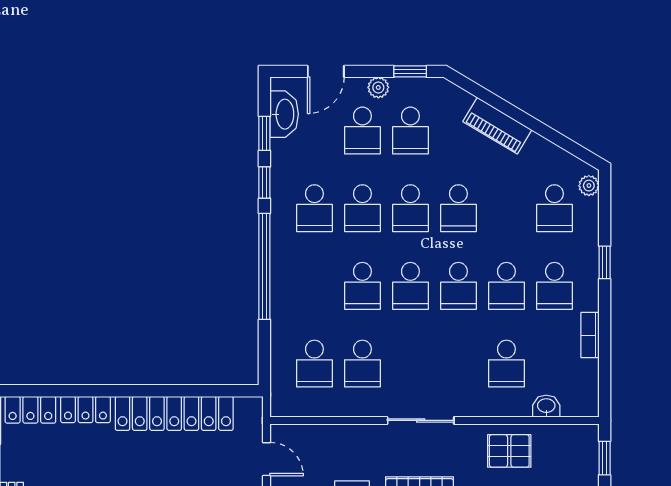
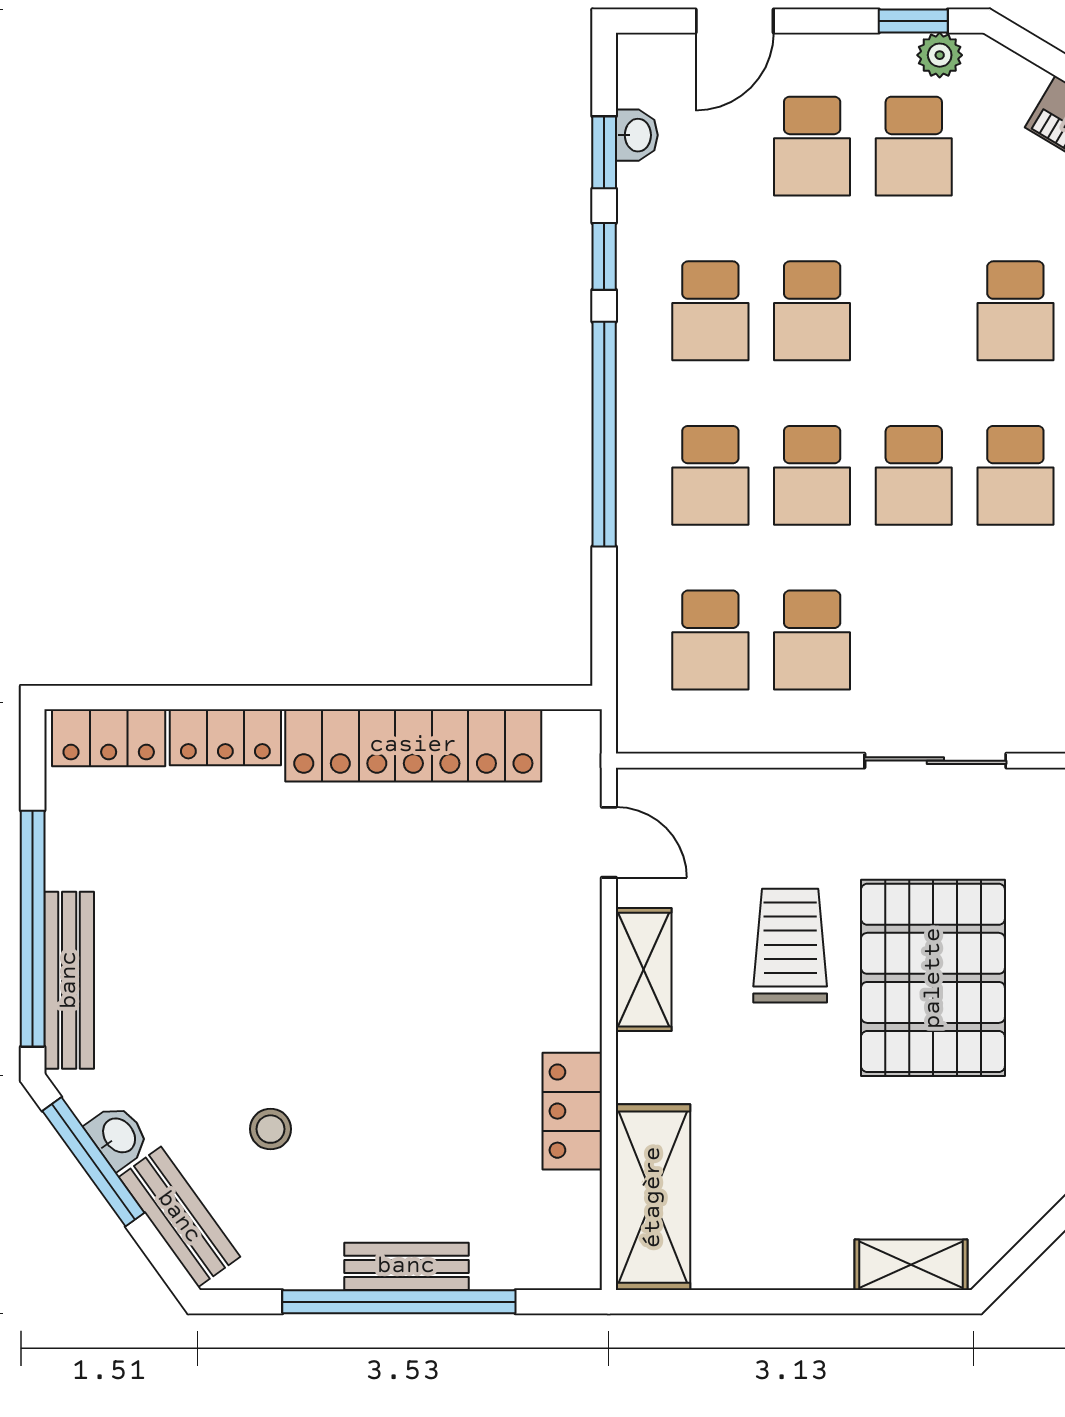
plant: (378, 87) -> (940, 55), moved
washbasin: (284, 114) -> (637, 135), width x0.52, depth x0.69
school desk: (410, 208) -> (710, 475), moved

